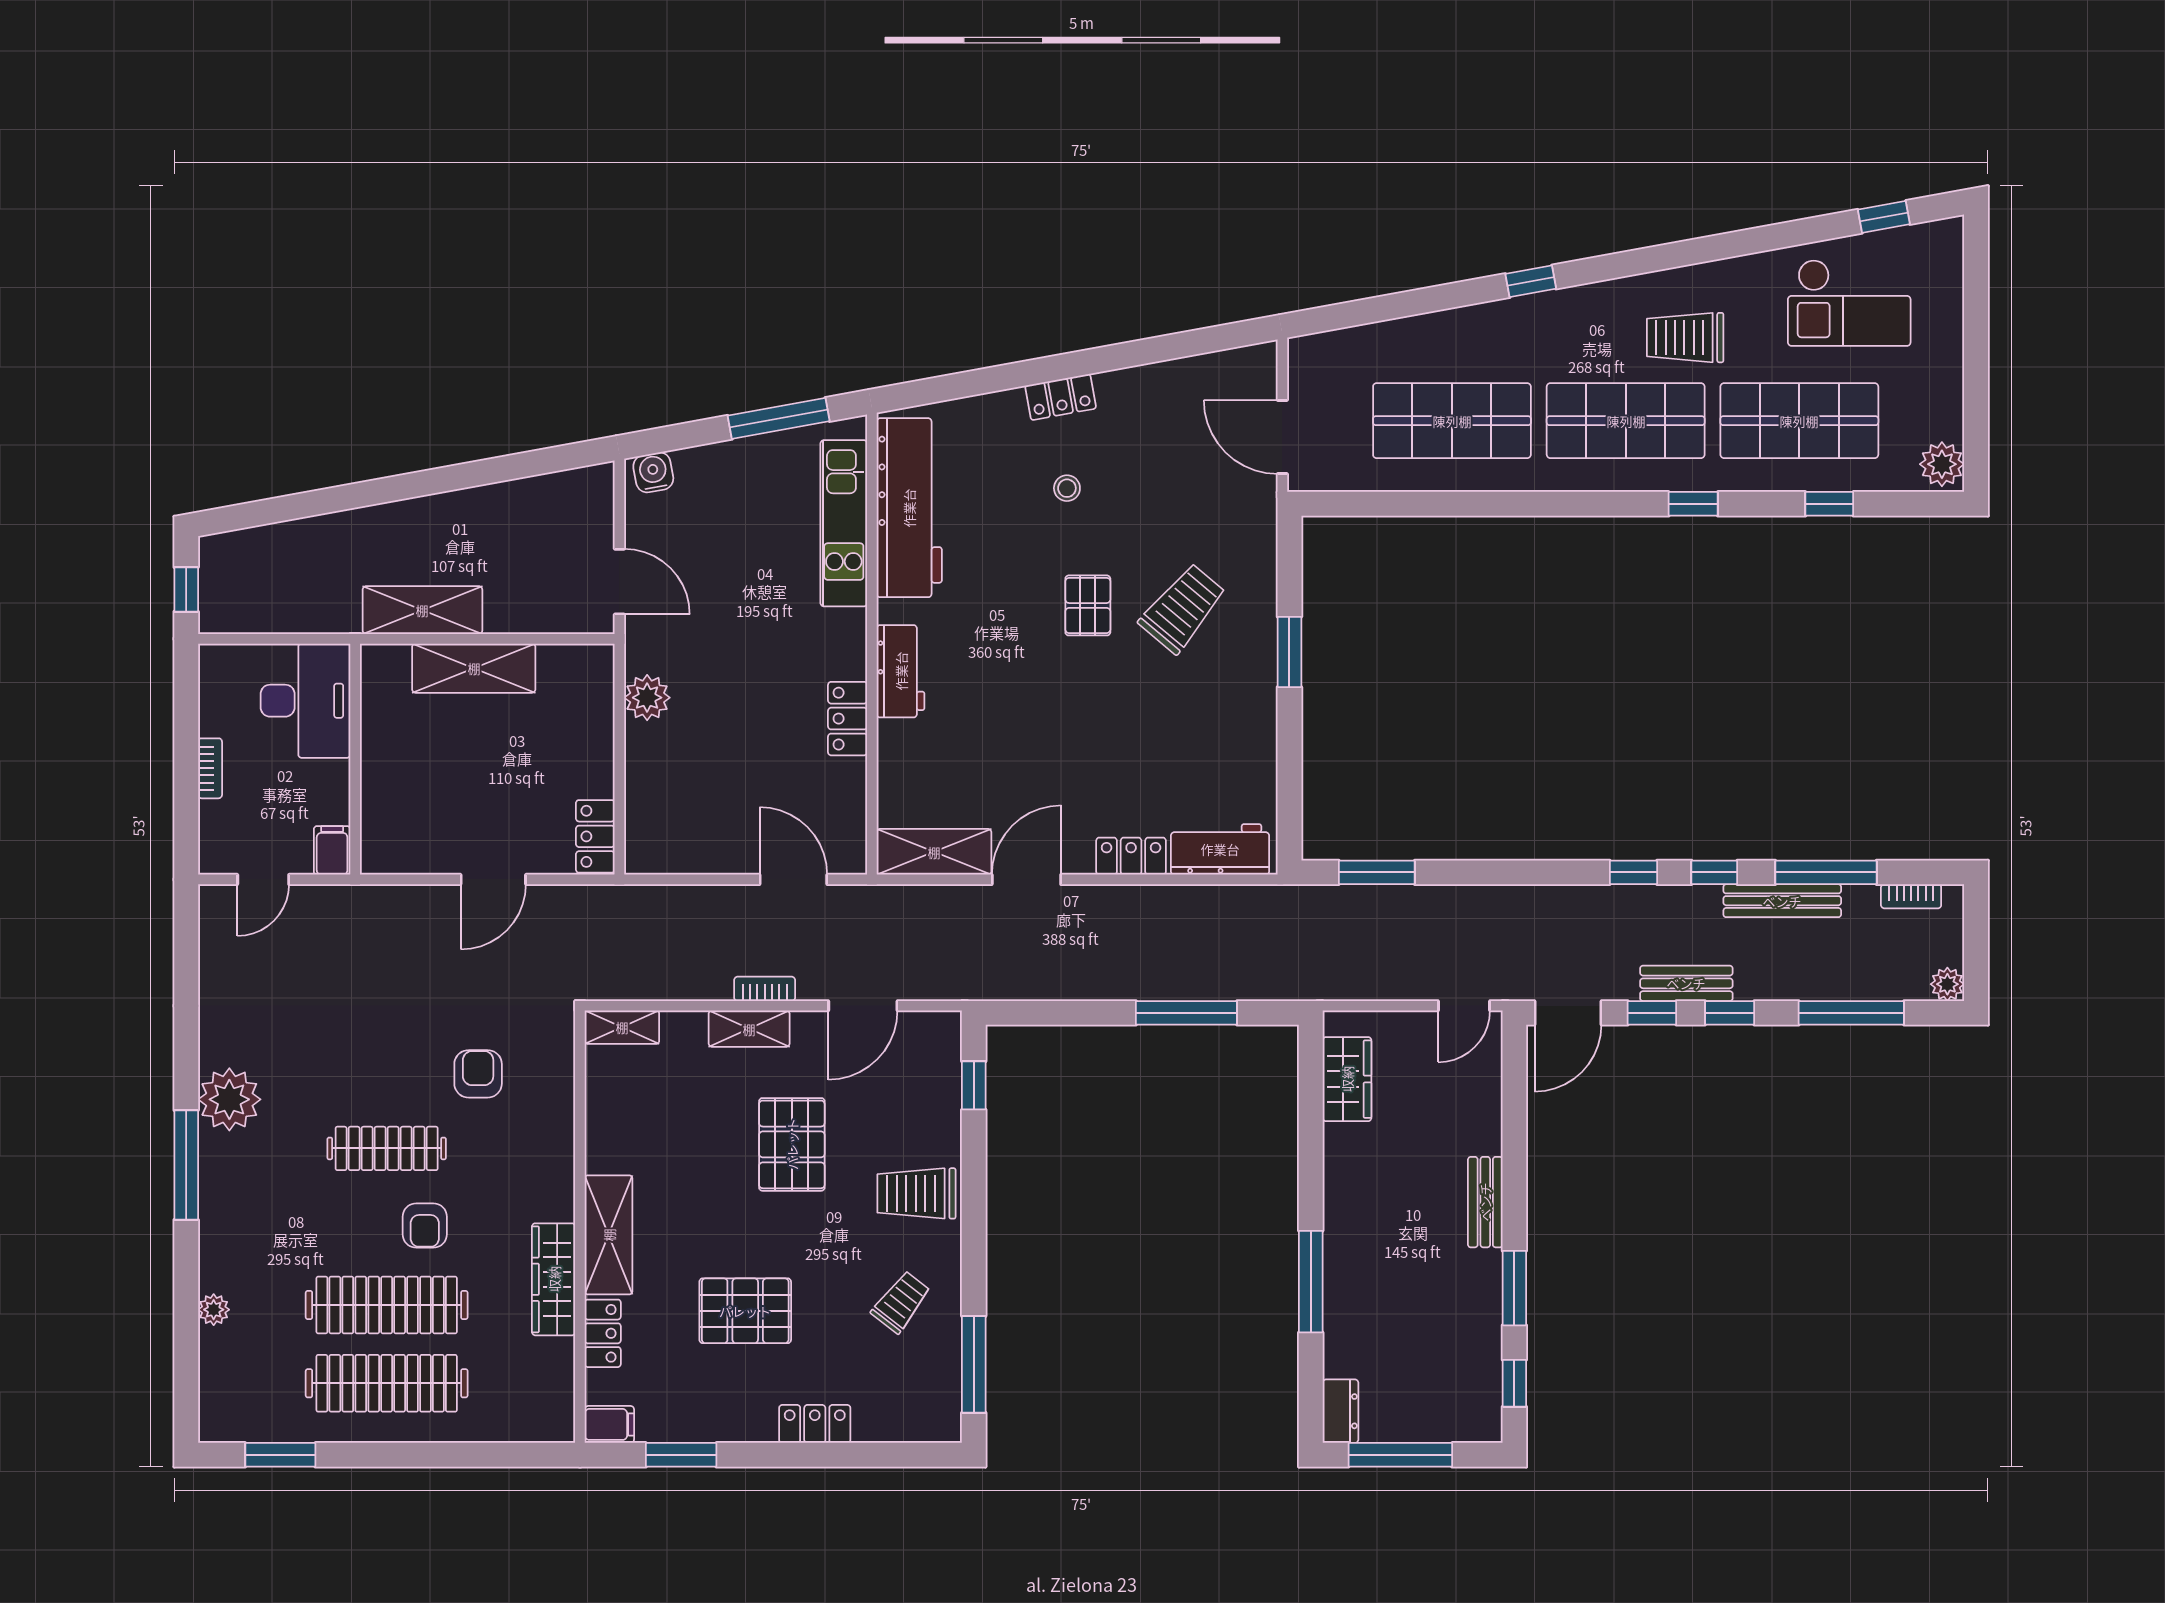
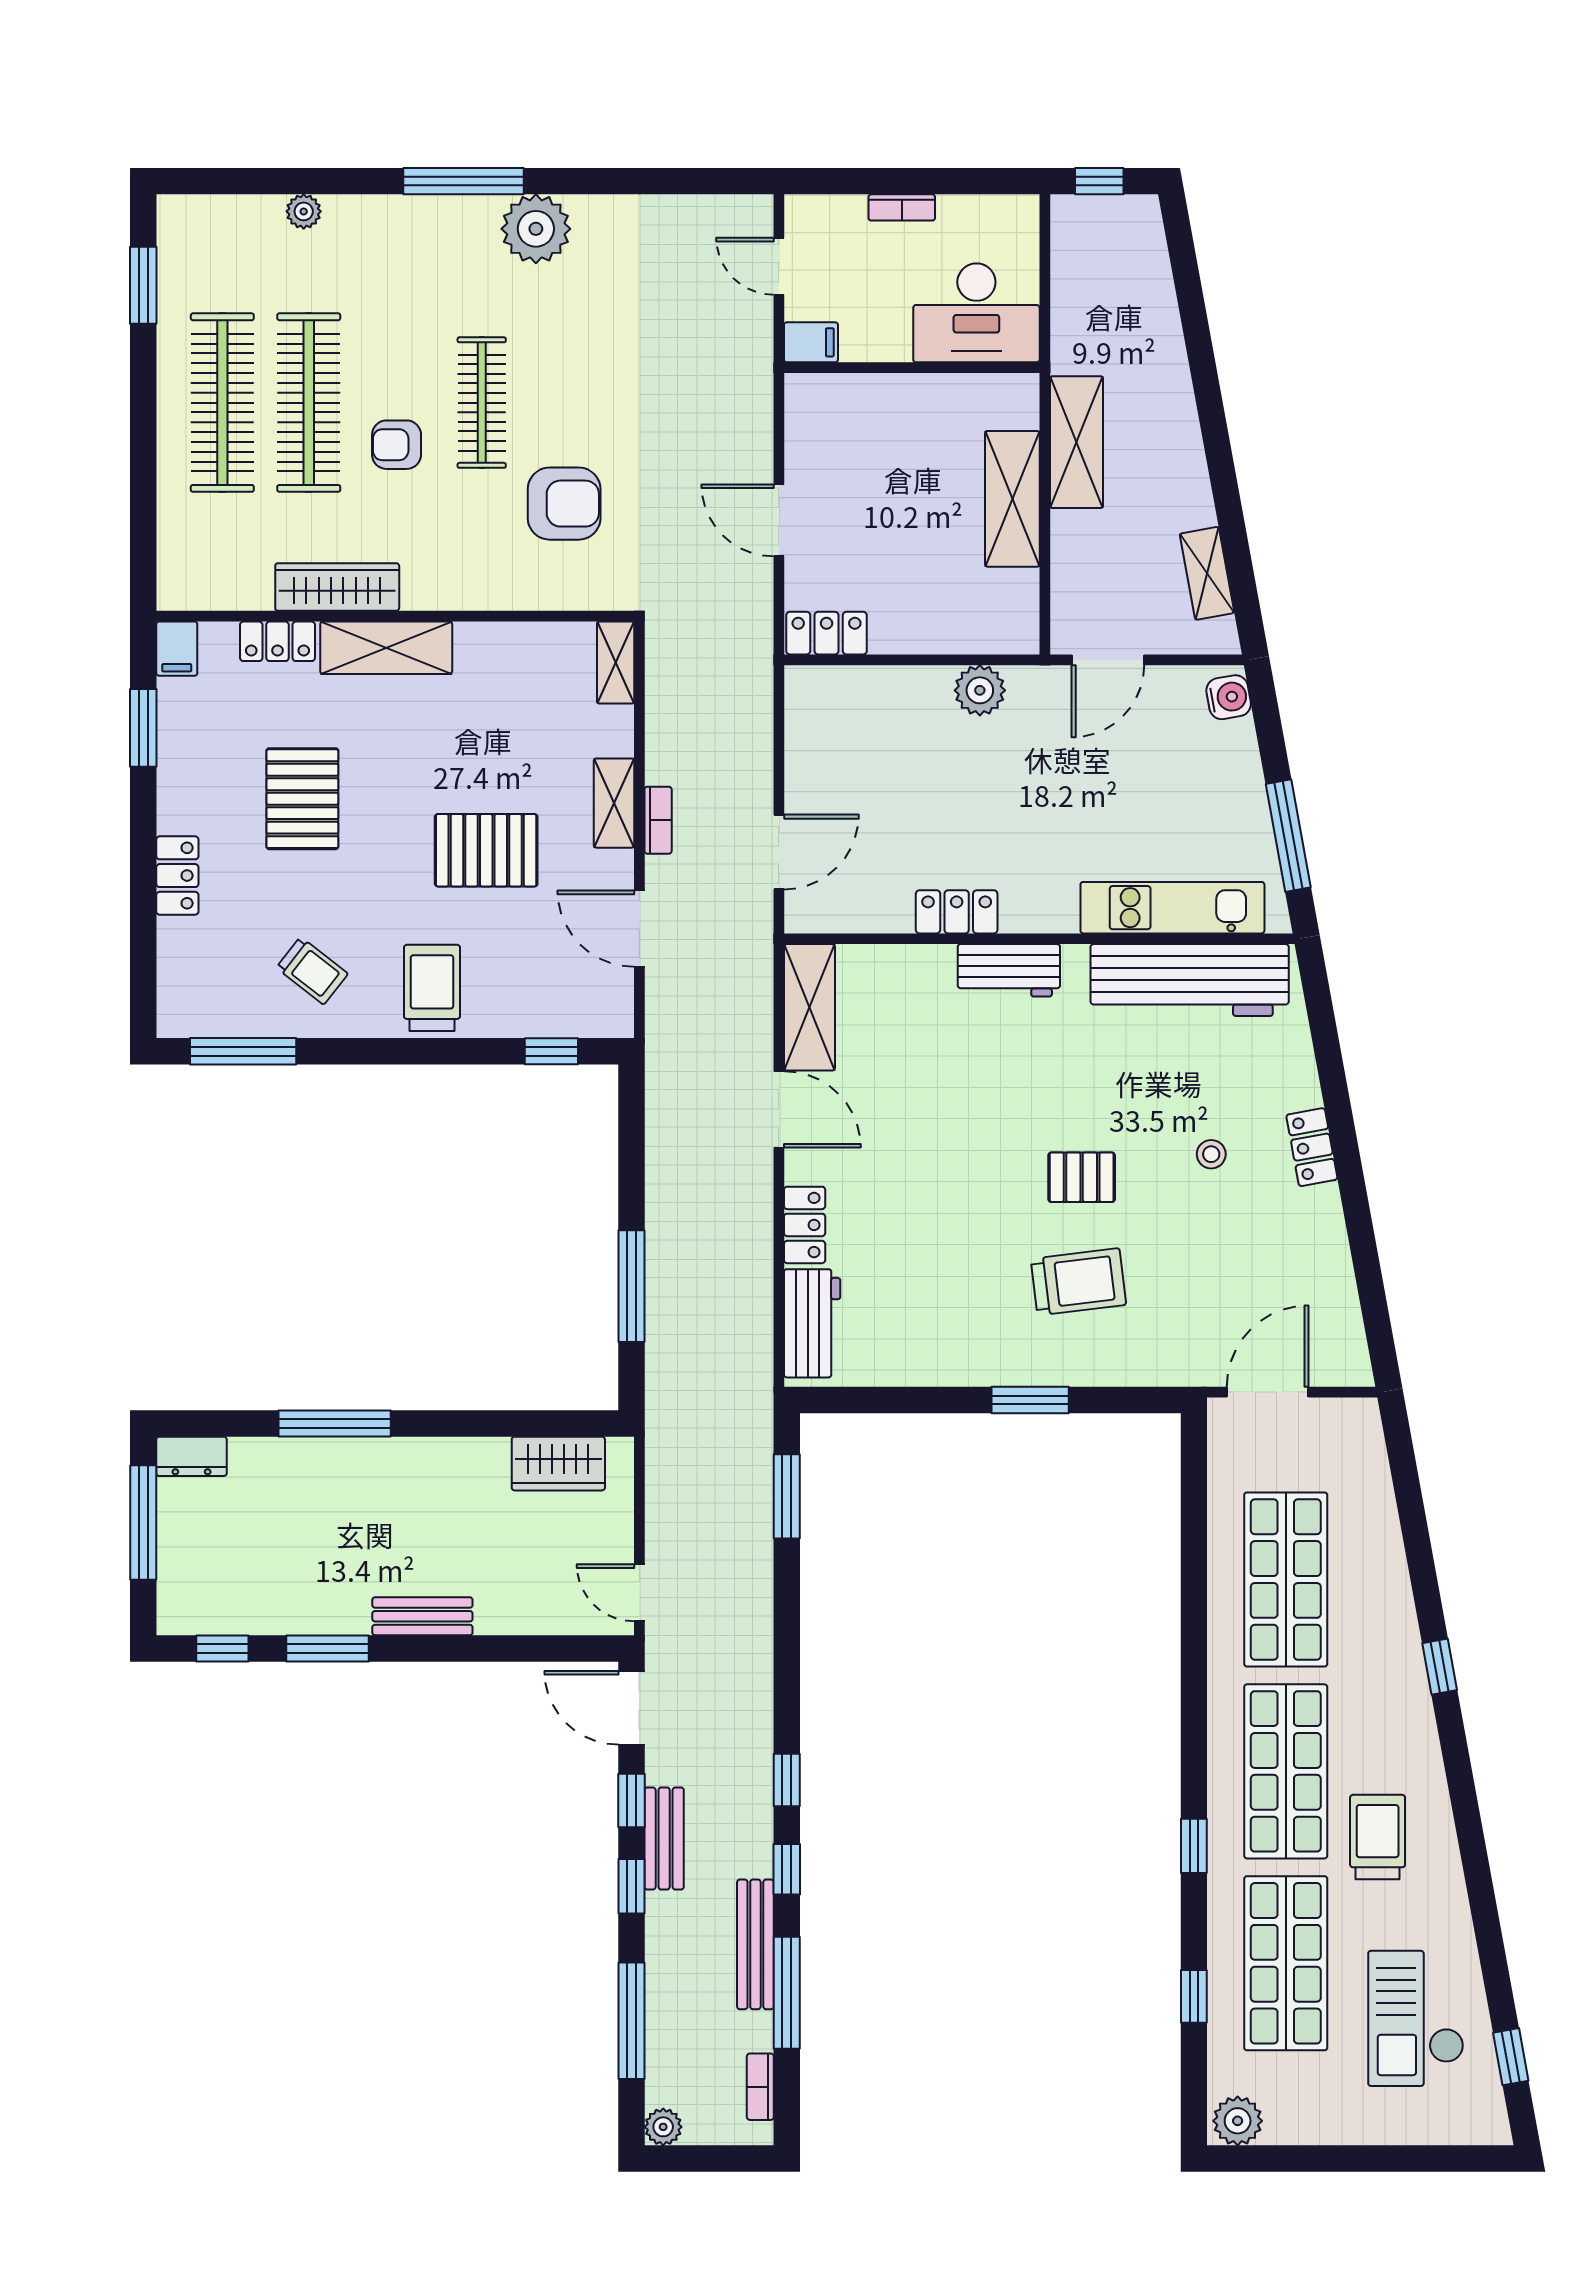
shelving: (541, 492) -> (1207, 573), added
trolley: (1182, 608) -> (1078, 1282), turned -47
armchair: (478, 1074) -> (564, 504), width x1.38, depth x1.38

